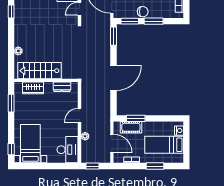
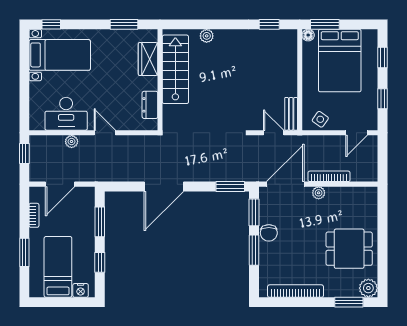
door: (113, 78) -> (164, 187), hinge flipped
window: (161, 118) -> (100, 262), added
cot: (131, 127) -> (86, 214), removed
desk: (68, 150) -> (66, 114), moved

